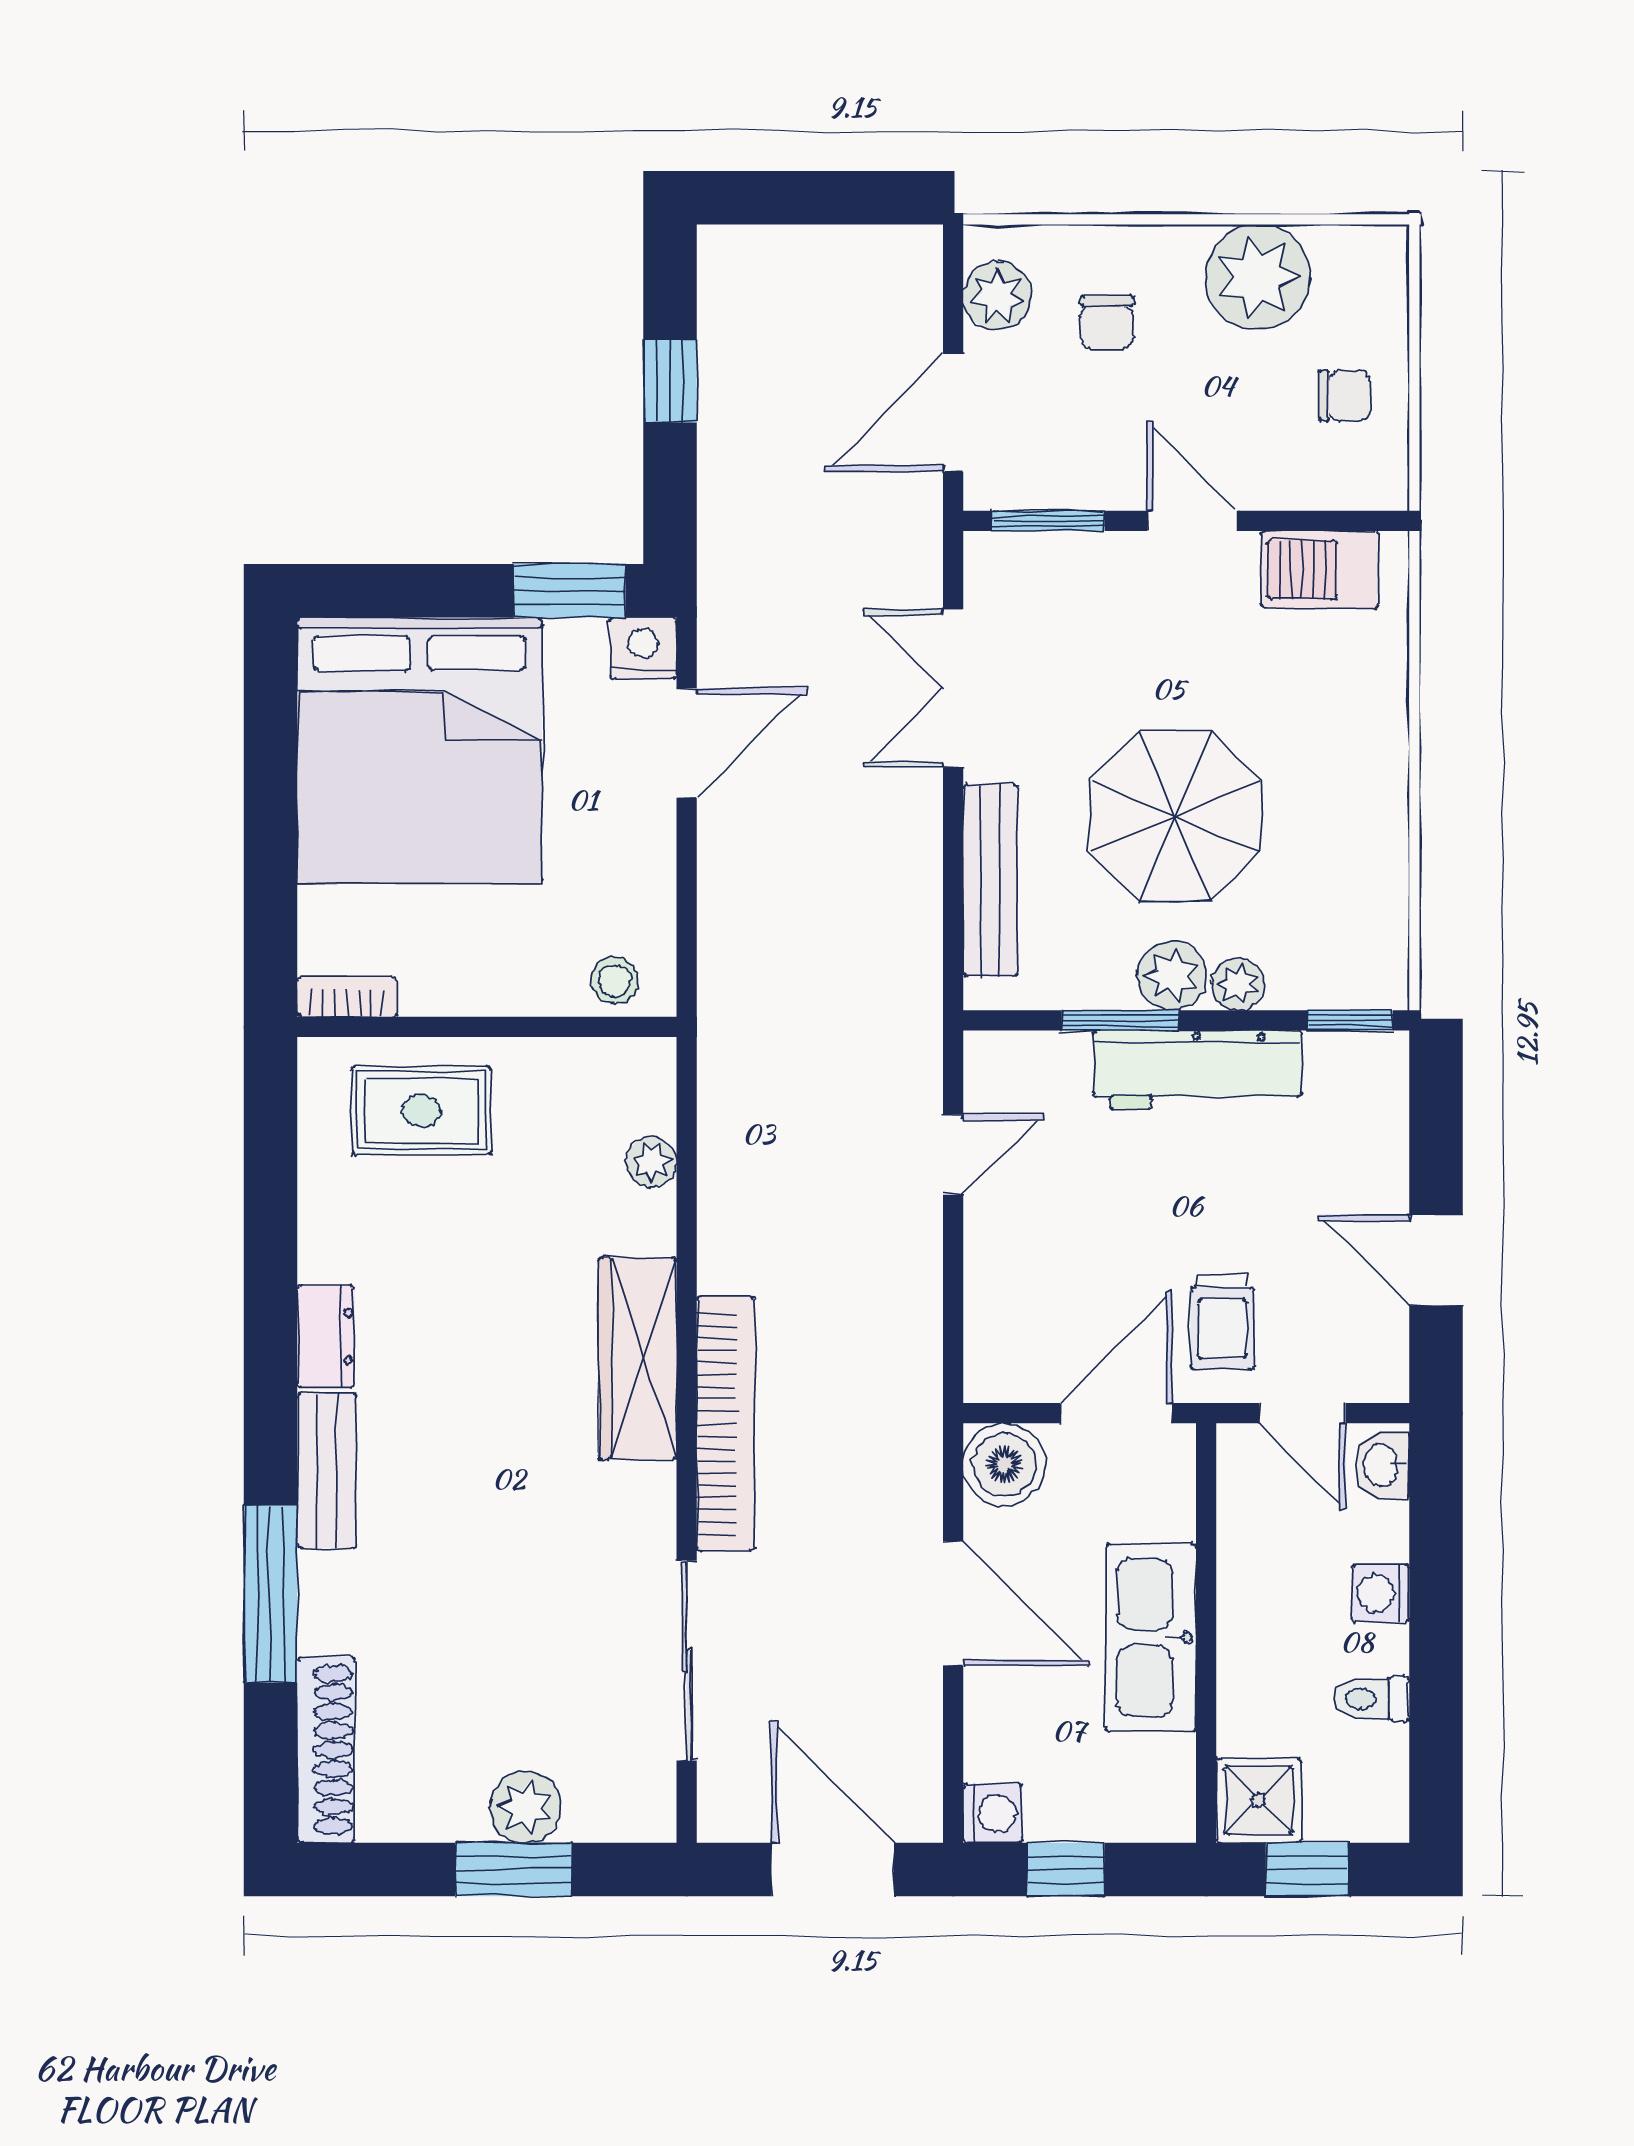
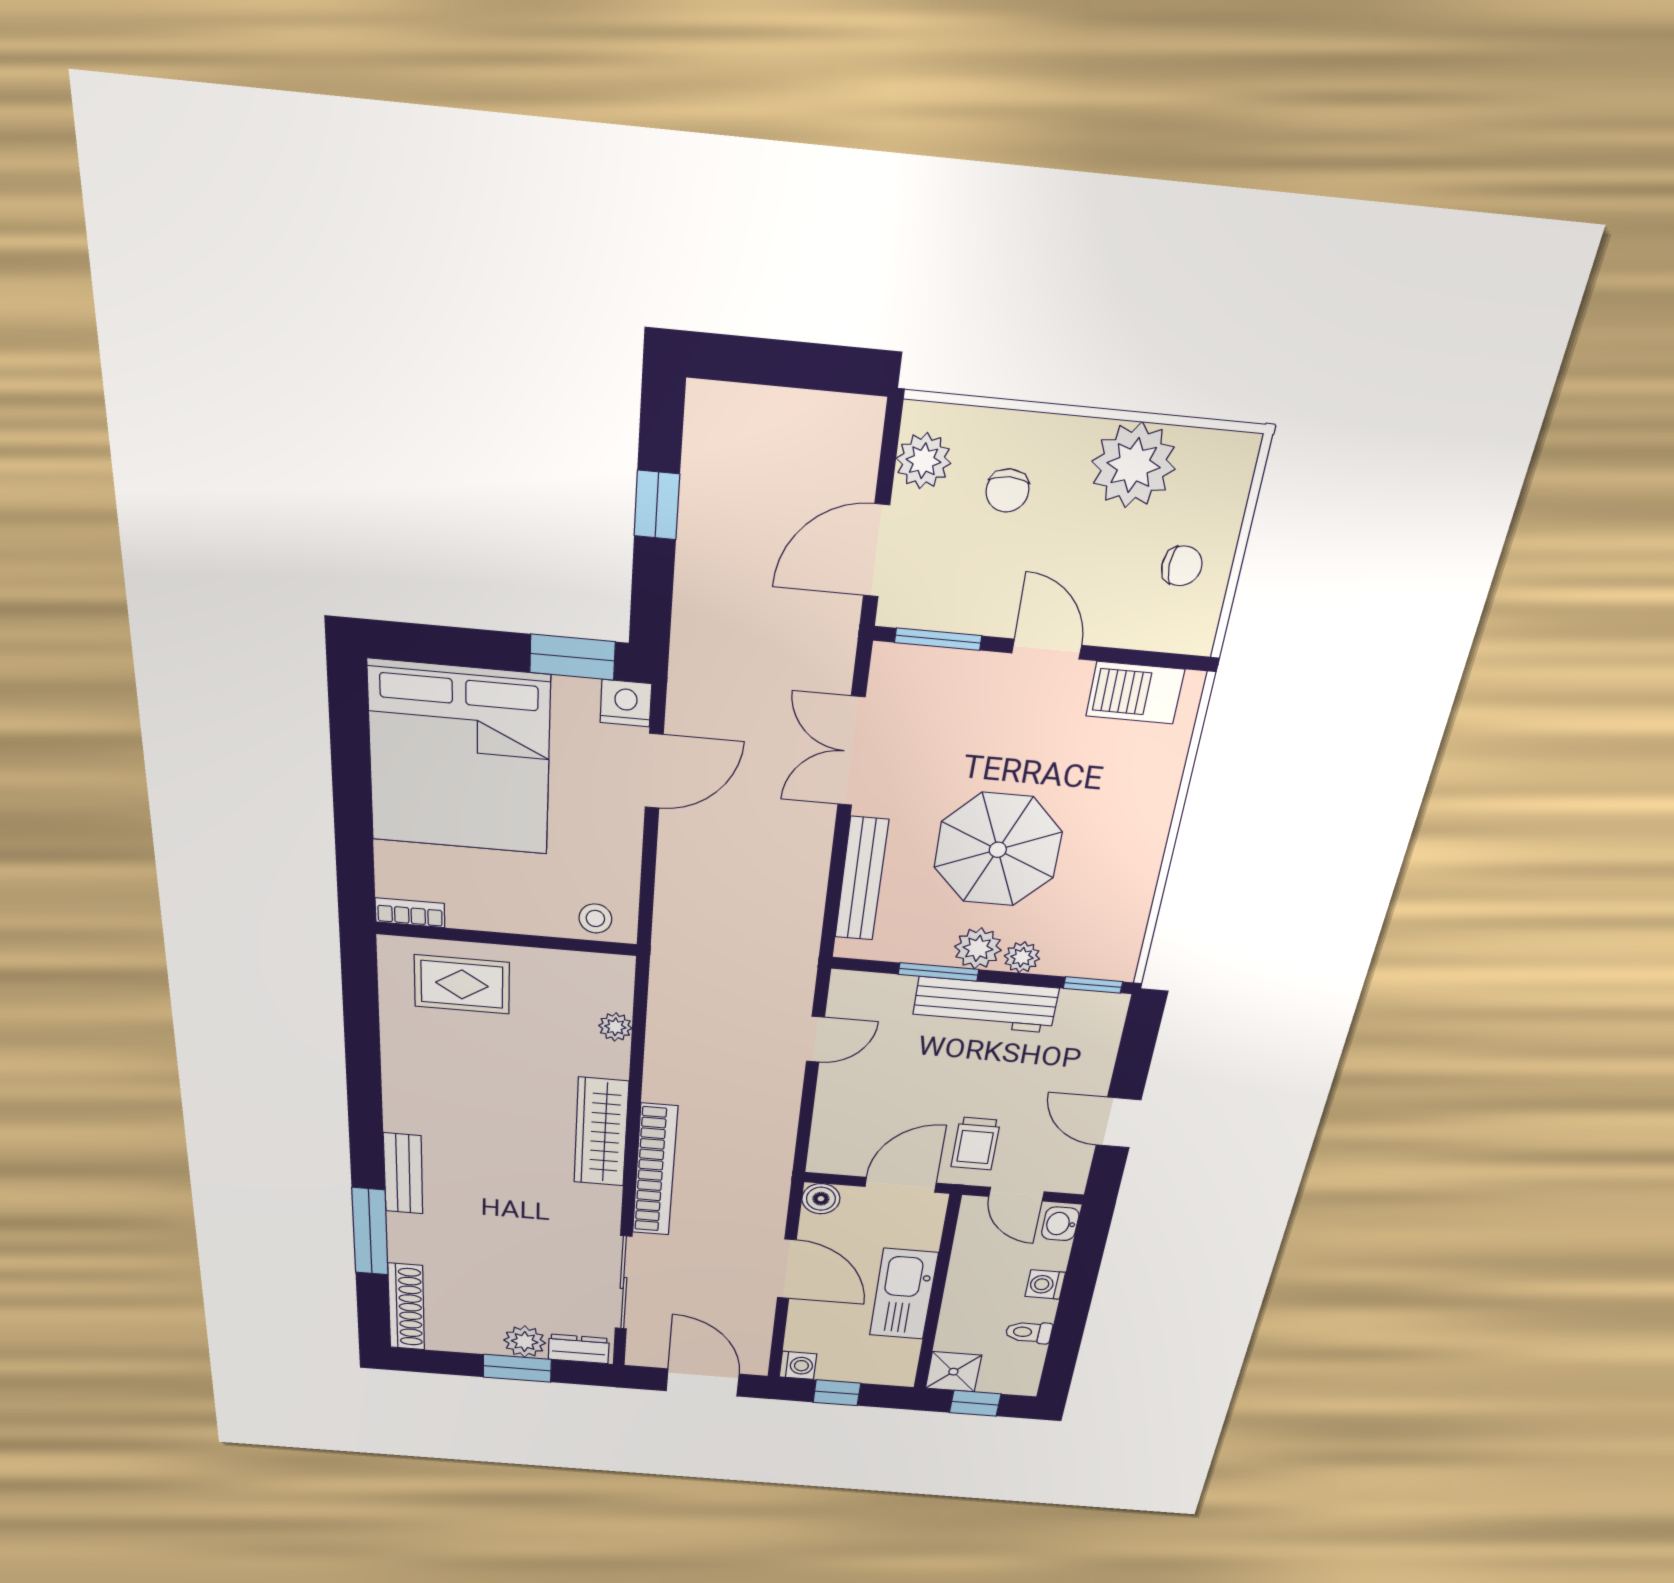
dresser: (326, 1336) -> (579, 1349), moved, turned -90
boiler: (1004, 1465) -> (821, 1199), width x0.73, depth x0.73

